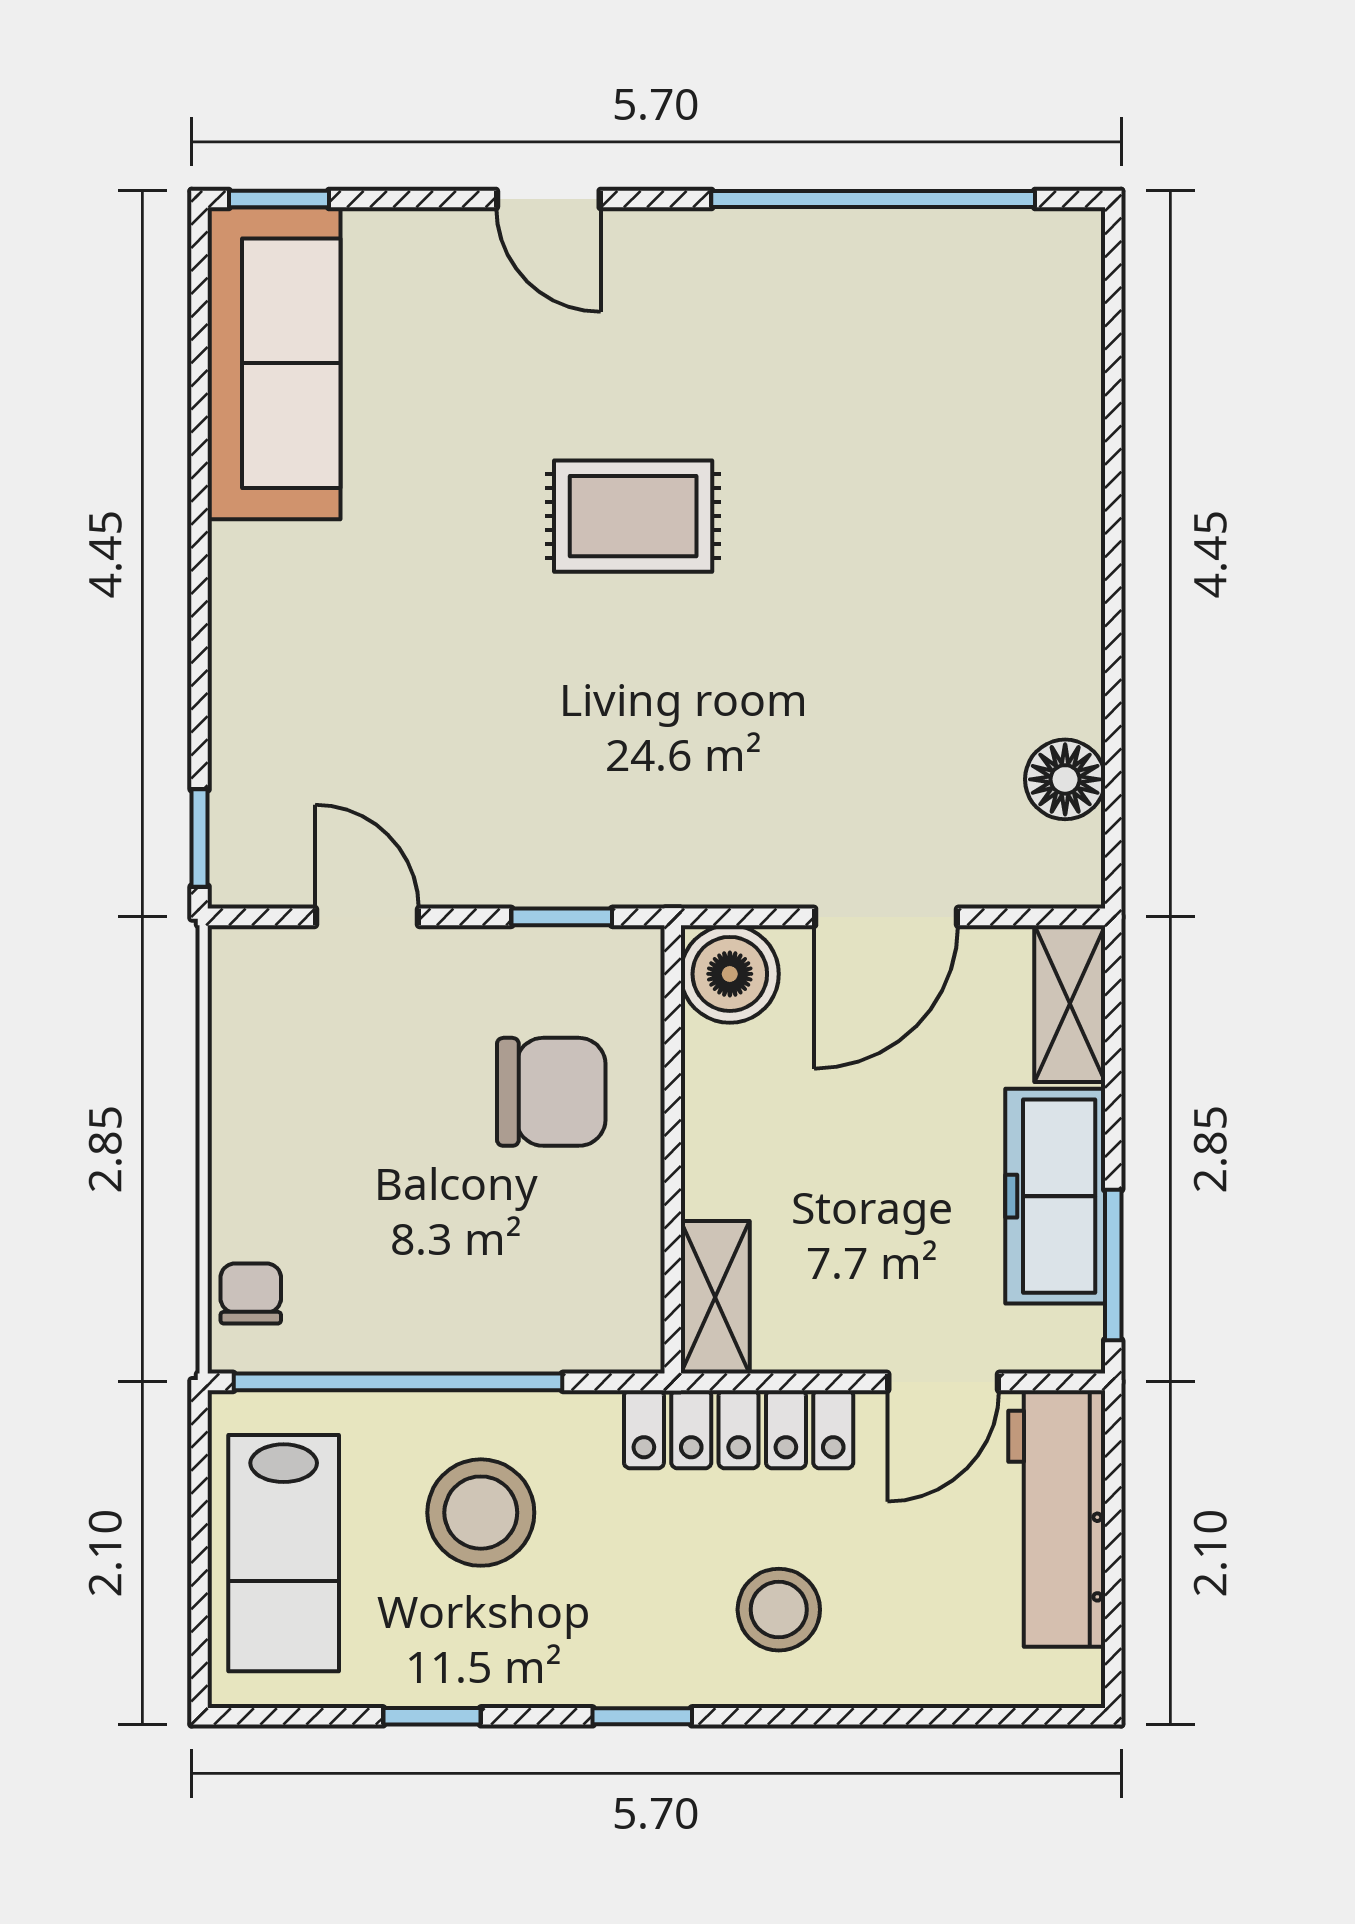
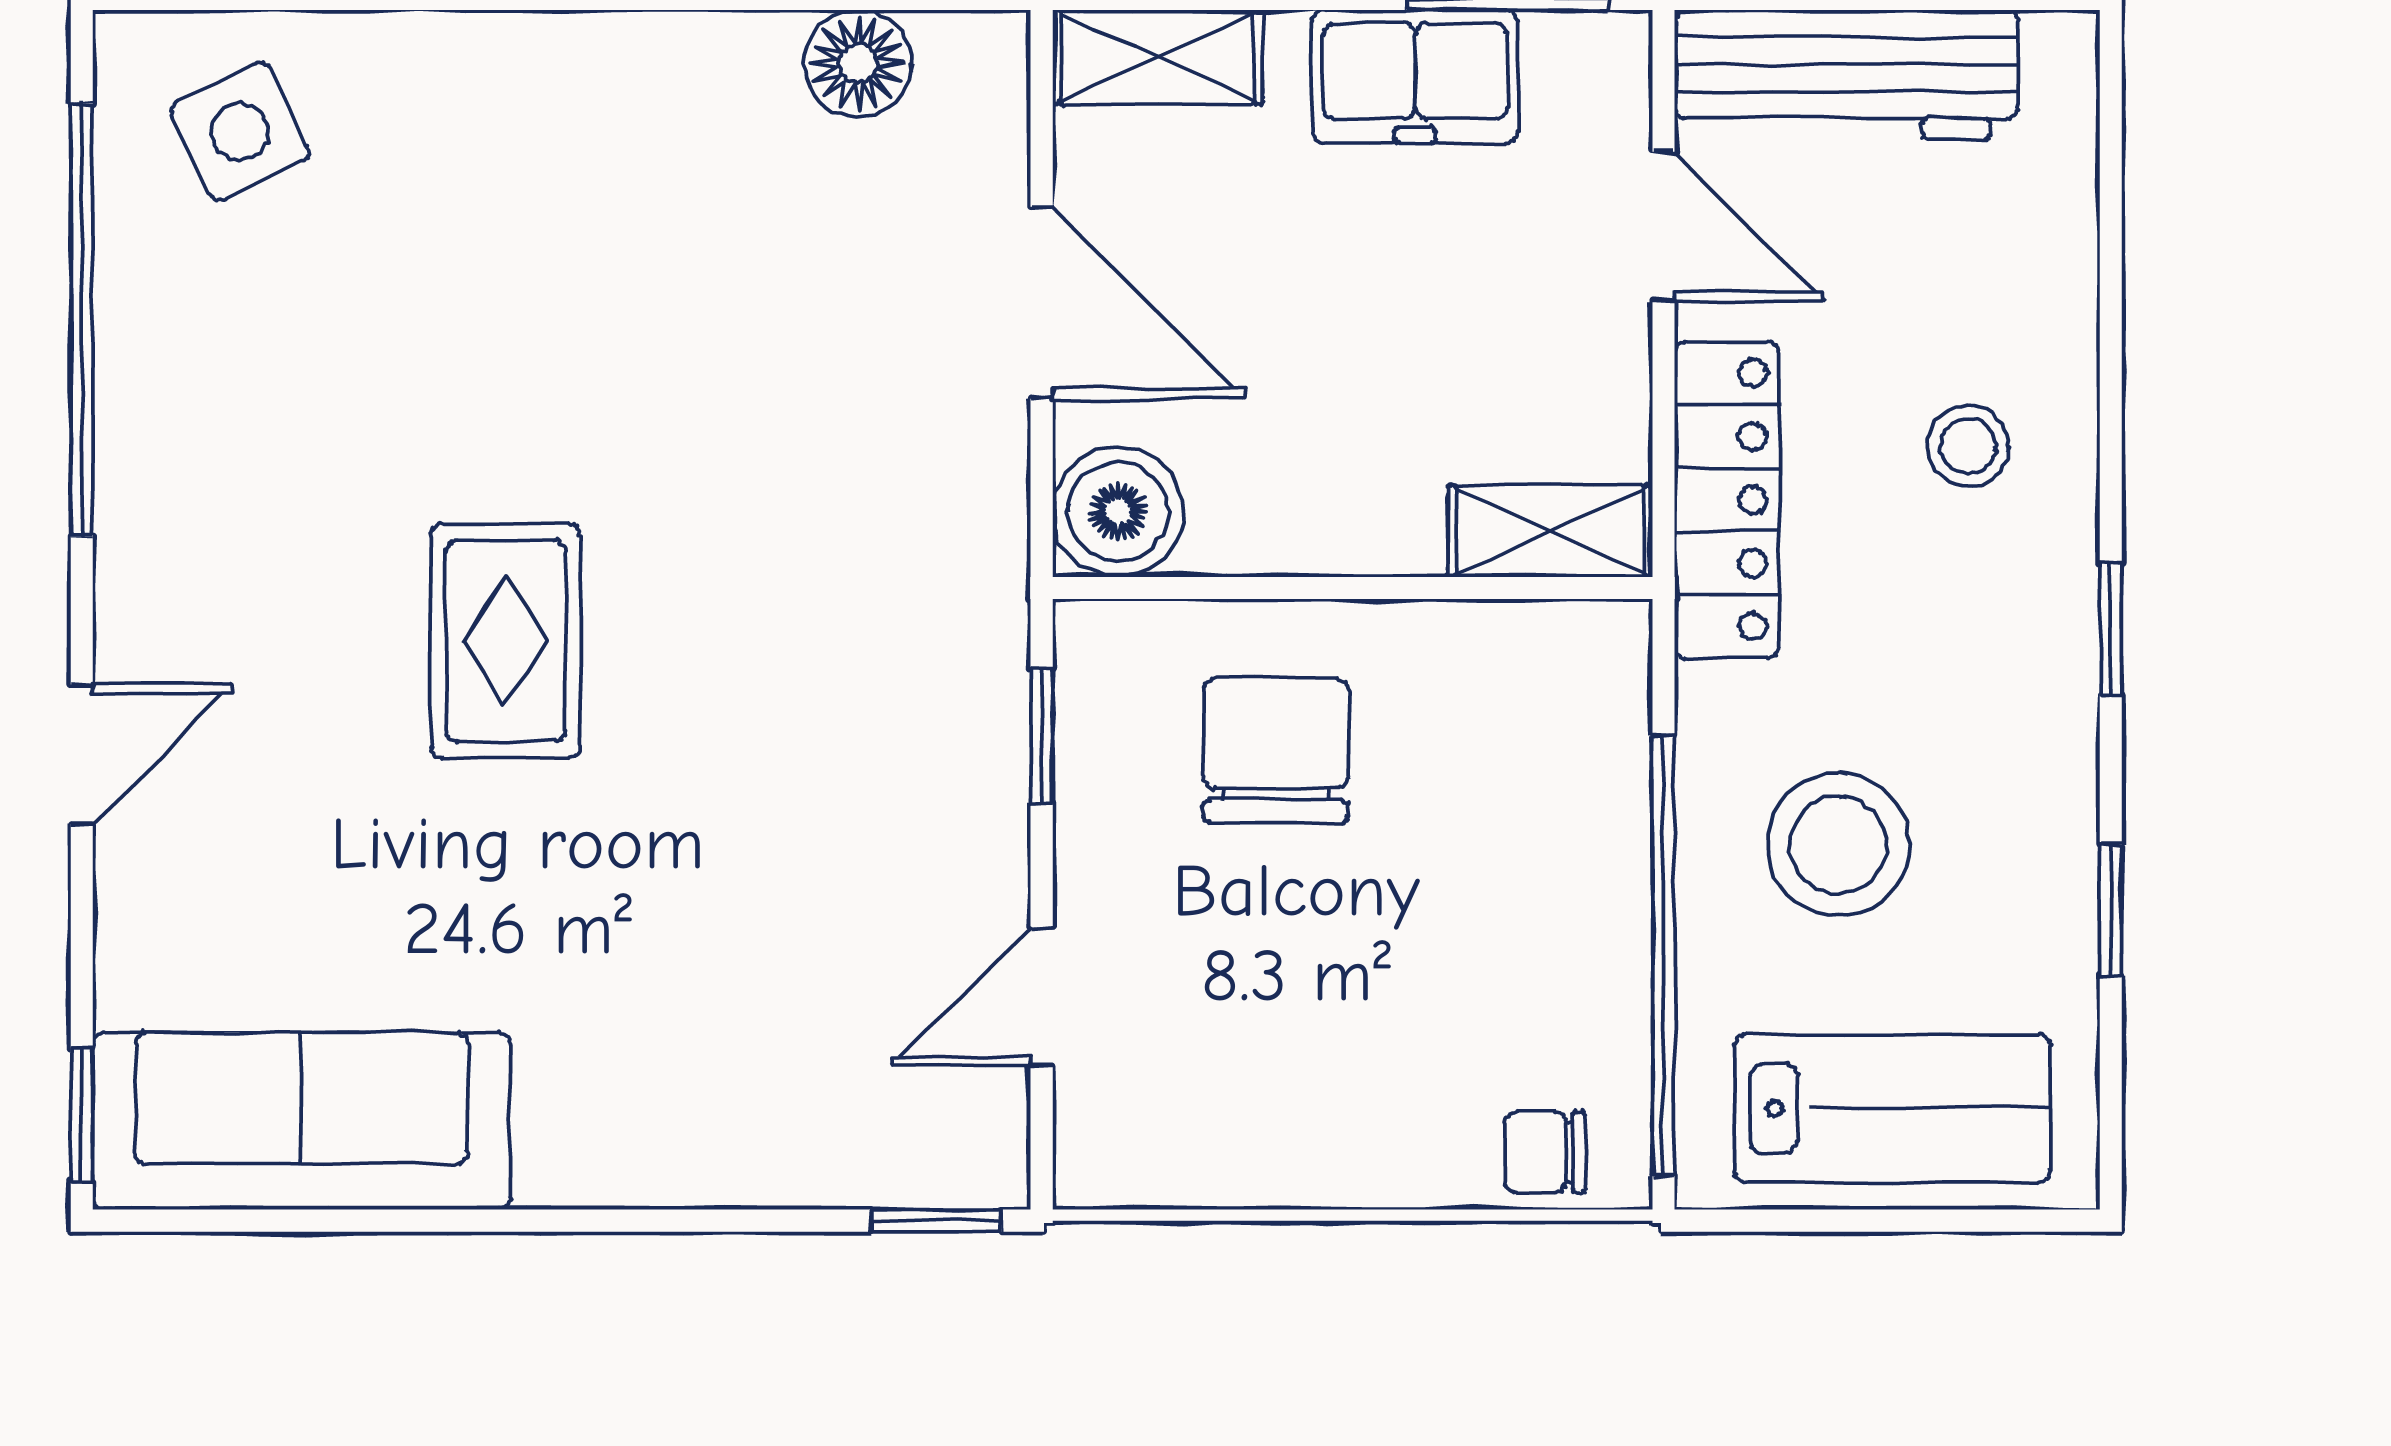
side table: (1014, 317) -> (240, 131), added
freezer: (1055, 1196) -> (1415, 77), width x0.71
stool: (779, 1610) -> (1968, 446), width x0.73, depth x0.73

